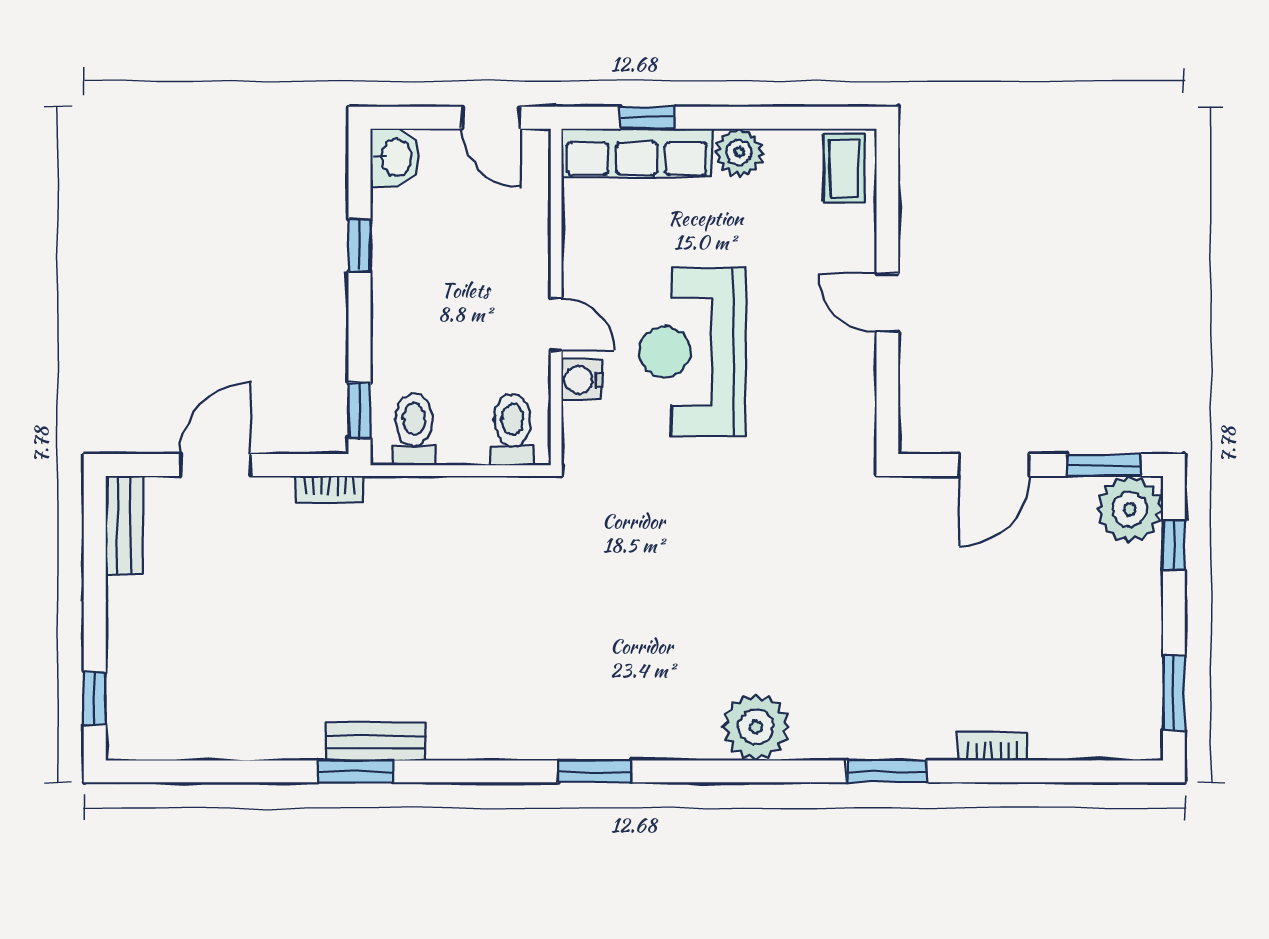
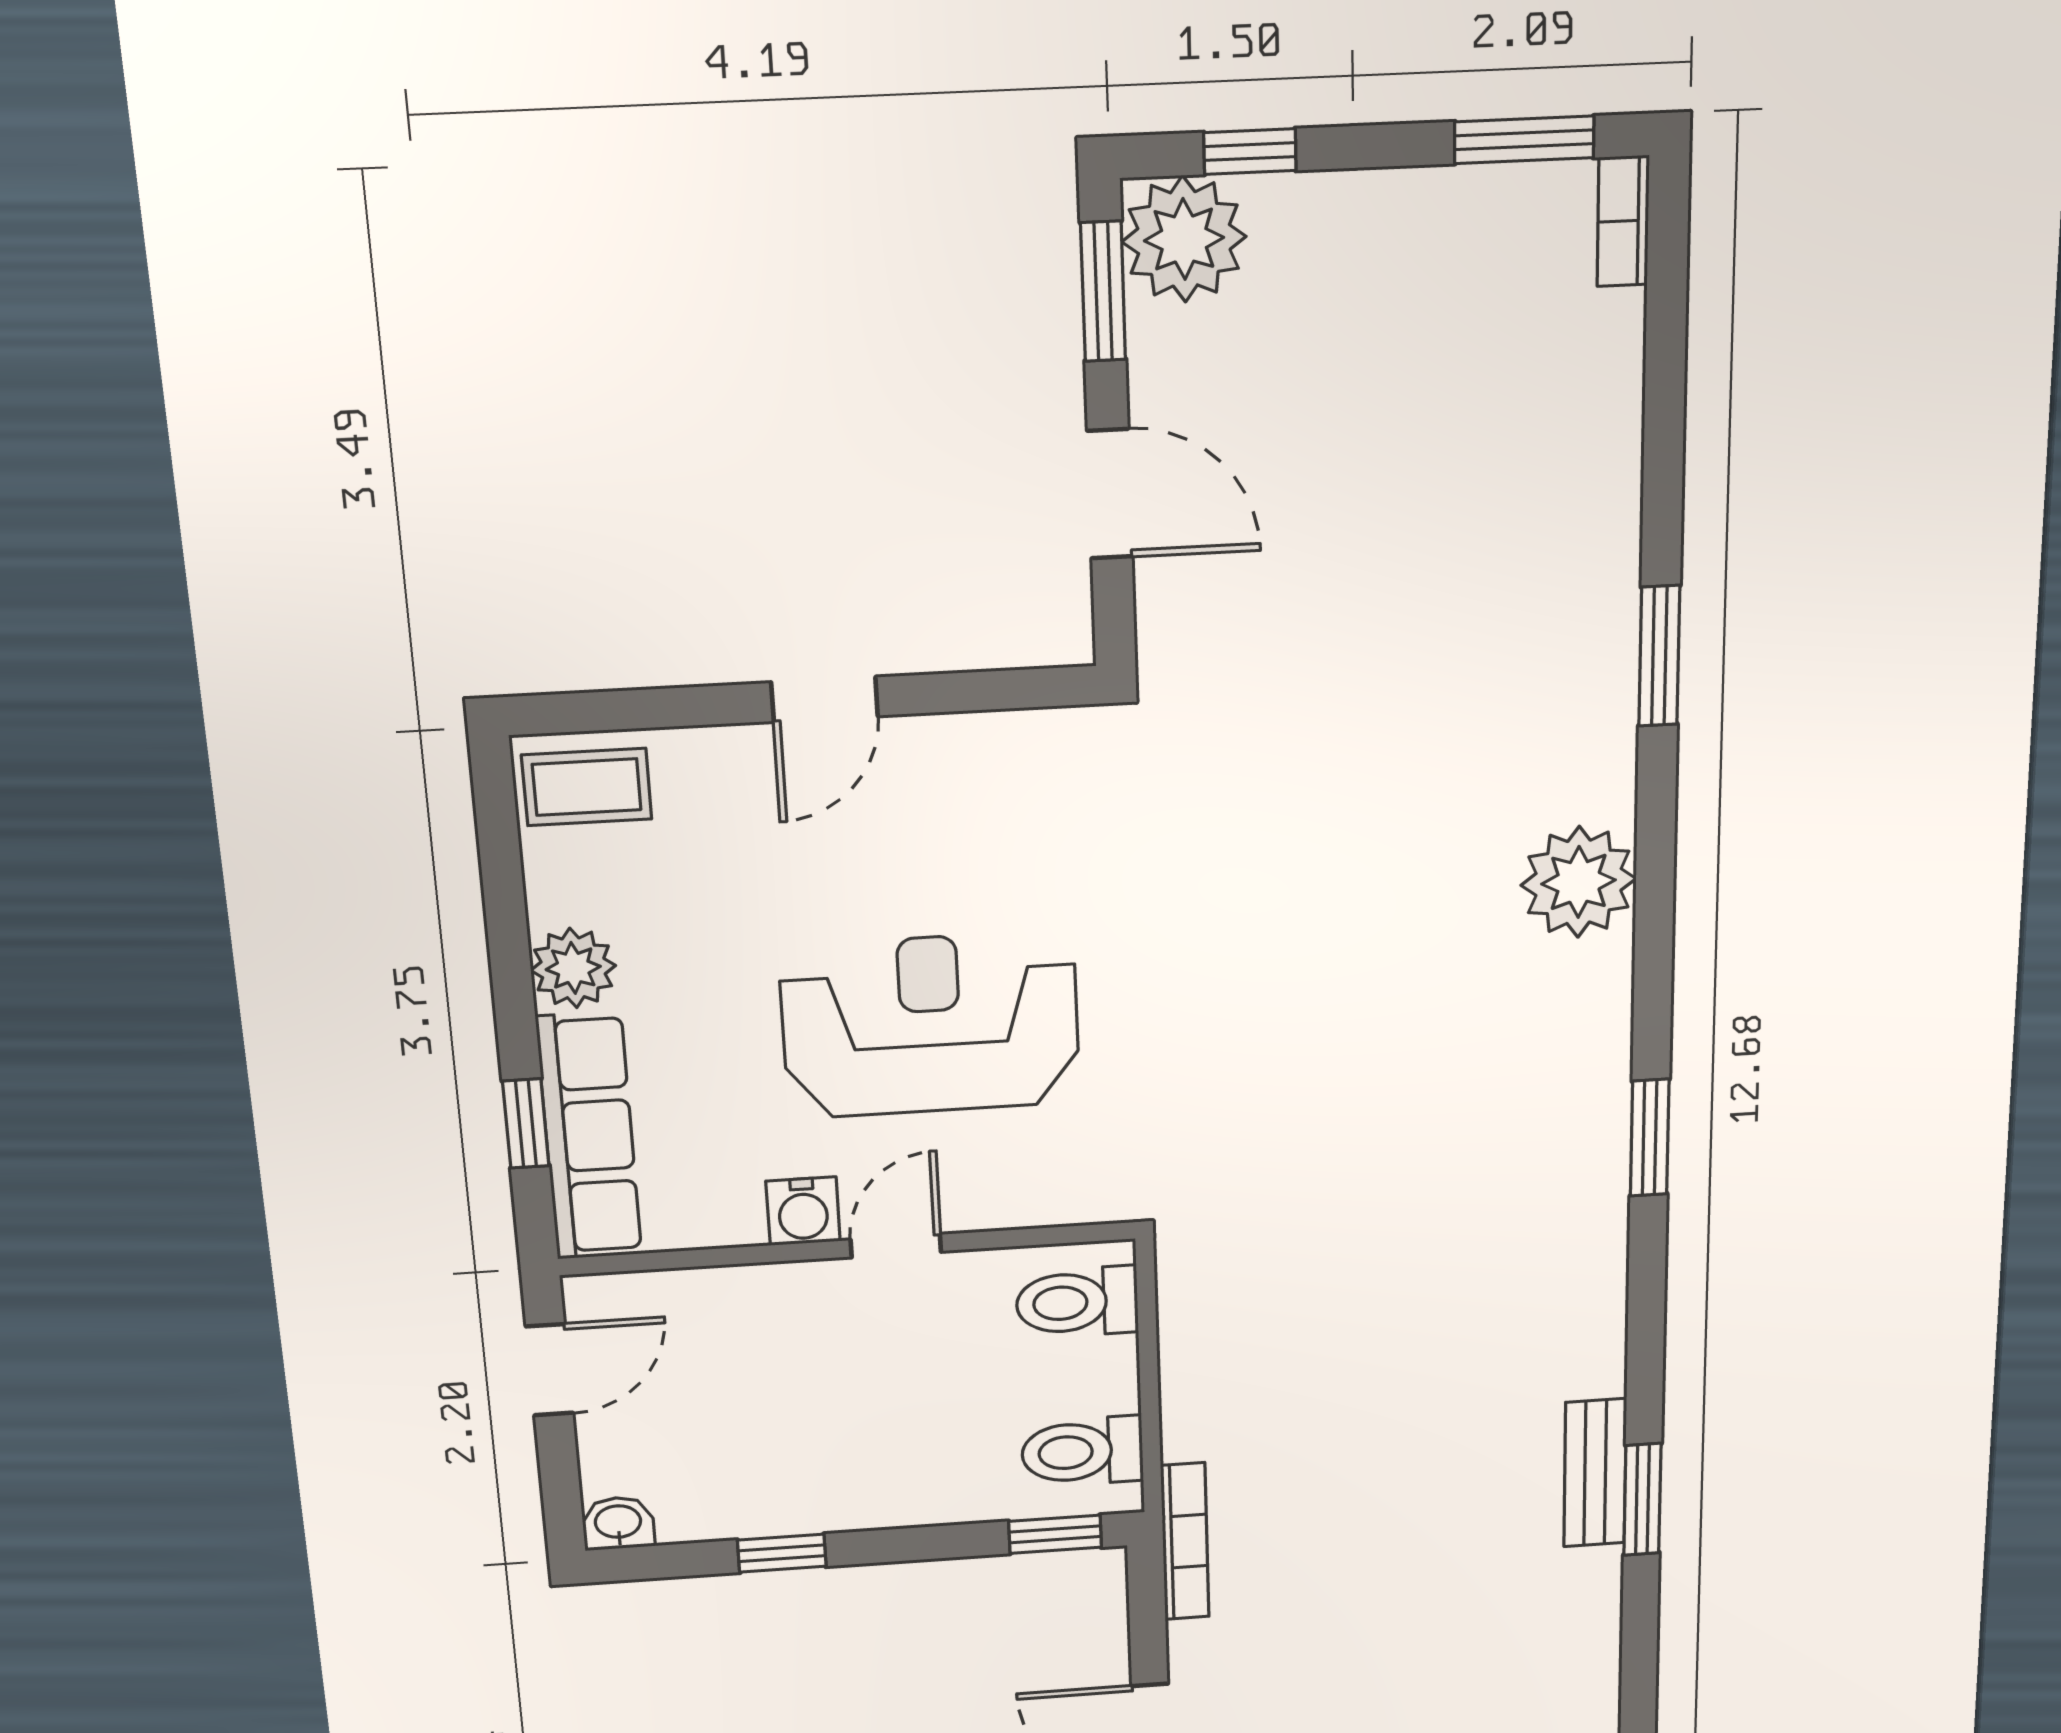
washbasin: (395, 158) -> (618, 1523), width x0.72, depth x0.69
reception desk: (692, 352) -> (930, 1025), turned 180
water cooler: (582, 380) -> (803, 1211), moved
bookcase: (330, 489) -> (1185, 1541), width x1.56
bookcase: (993, 747) -> (1623, 221), moved

